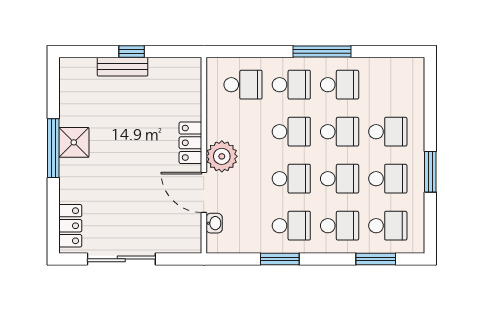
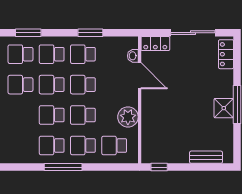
window: (132, 51) -> (159, 167), moved
bench: (123, 67) -> (206, 157), moved
school desk: (388, 132) -> (20, 115), removed
locker: (190, 143) -> (155, 44), moved, turned 90
plant: (222, 156) -> (128, 117), moved

